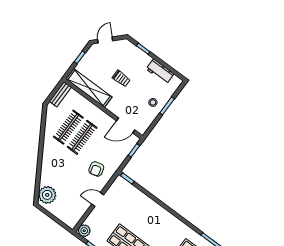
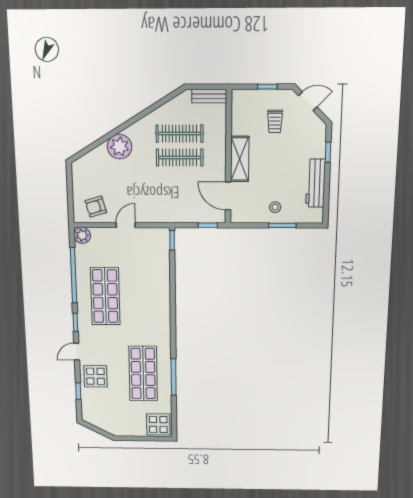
workbench: (160, 71) -> (315, 183), width x1.38
trolley: (121, 78) -> (275, 121), moved
shelving: (89, 88) -> (240, 159), moved, width x0.68
armchair: (96, 169) -> (96, 207), moved
plant: (47, 195) -> (120, 147), moved
door: (98, 200) -> (126, 225), hinge flipped

